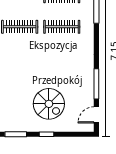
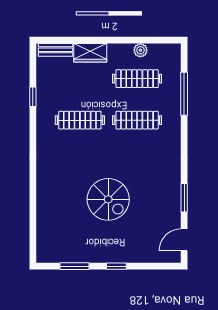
window: (96, 84) -> (184, 198), width x0.69
spiral stairs: (49, 104) -> (108, 199), moved

